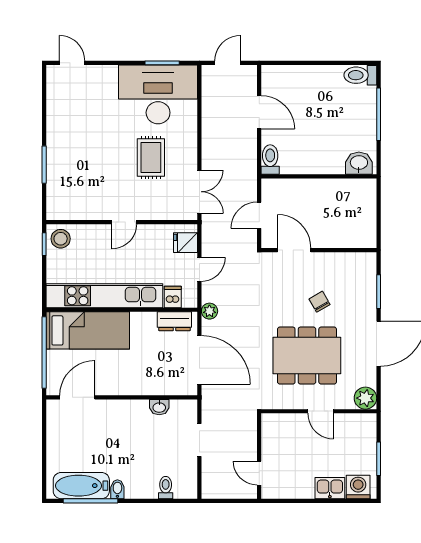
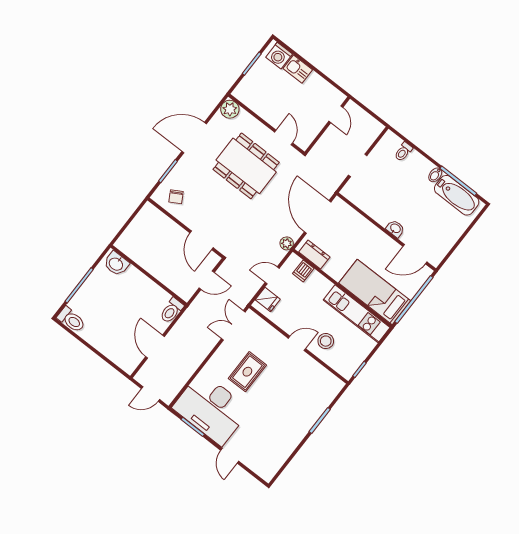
door: (72, 63) -> (230, 456), moved
stool: (61, 239) -> (326, 341), moved
kitchen unit: (104, 296) -> (357, 314), width x0.73
chair: (320, 302) -> (176, 197), moved
washbasin: (159, 407) -> (395, 229), moved
door: (321, 411) -> (284, 138), moved

